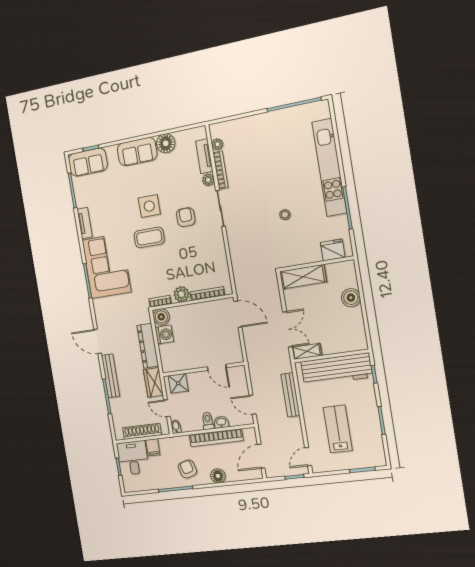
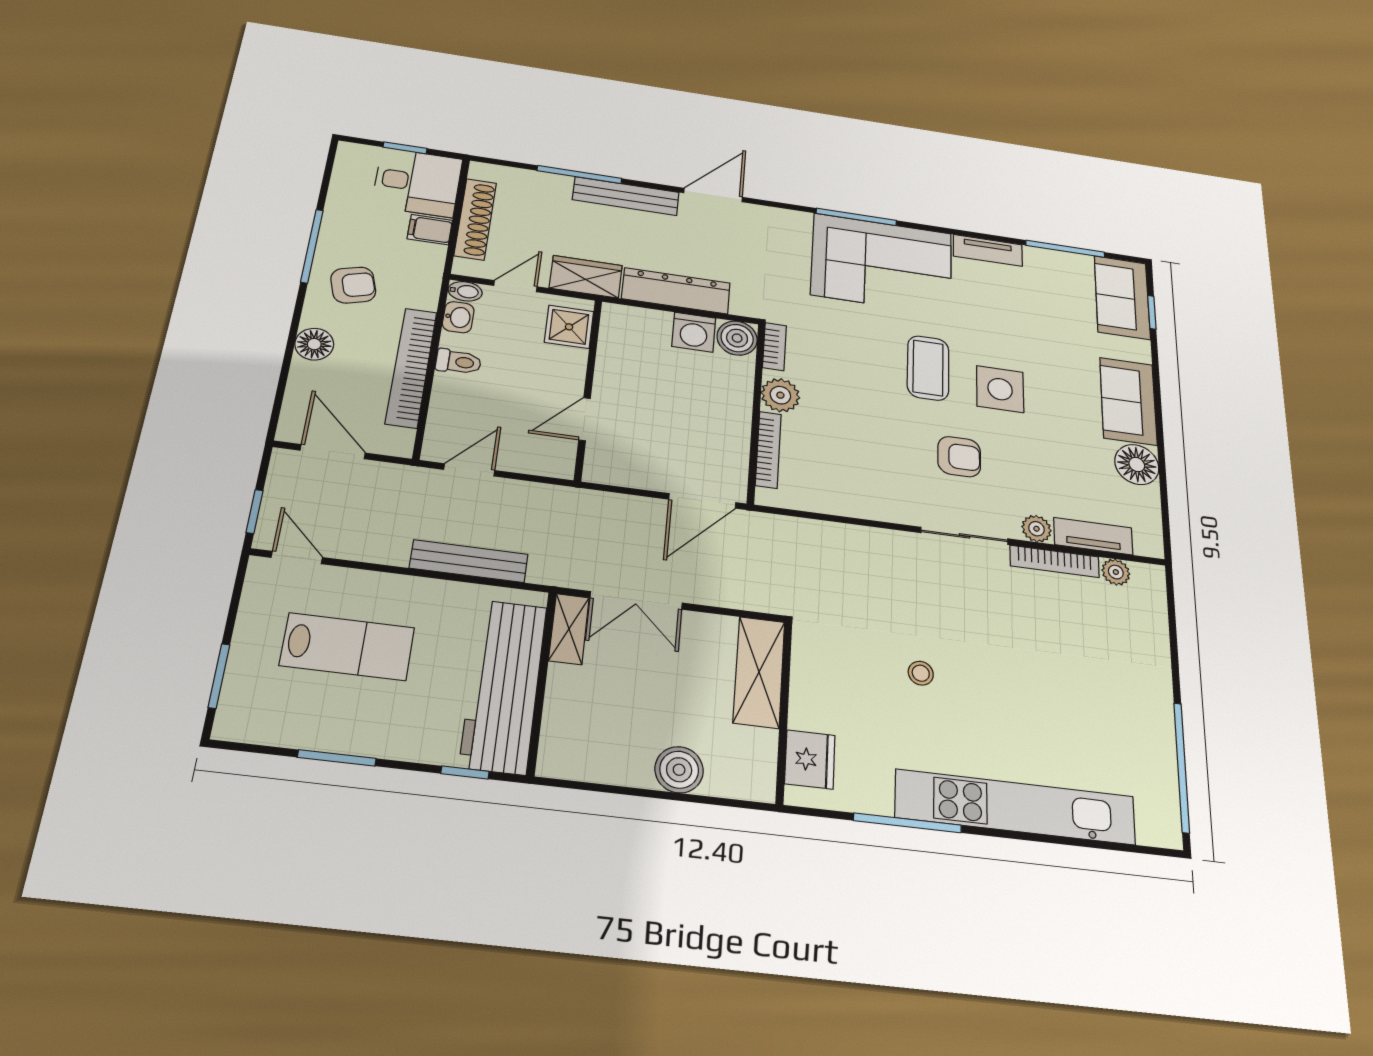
washbasin: (221, 422) -> (458, 317), moved

